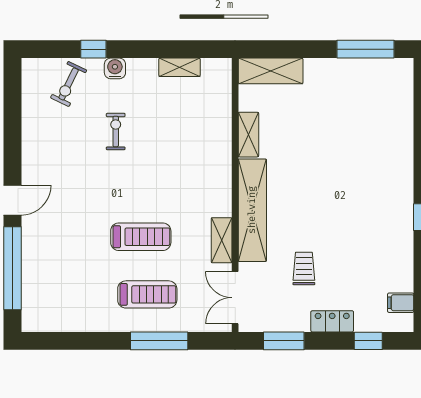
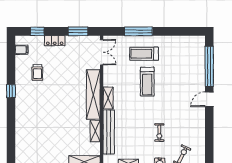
bench: (220, 133) -> (109, 132), added
treadmill: (141, 237) -> (147, 82), turned -90
shelving: (222, 240) -> (108, 98), moved
trolley: (304, 269) -> (37, 73), moved

